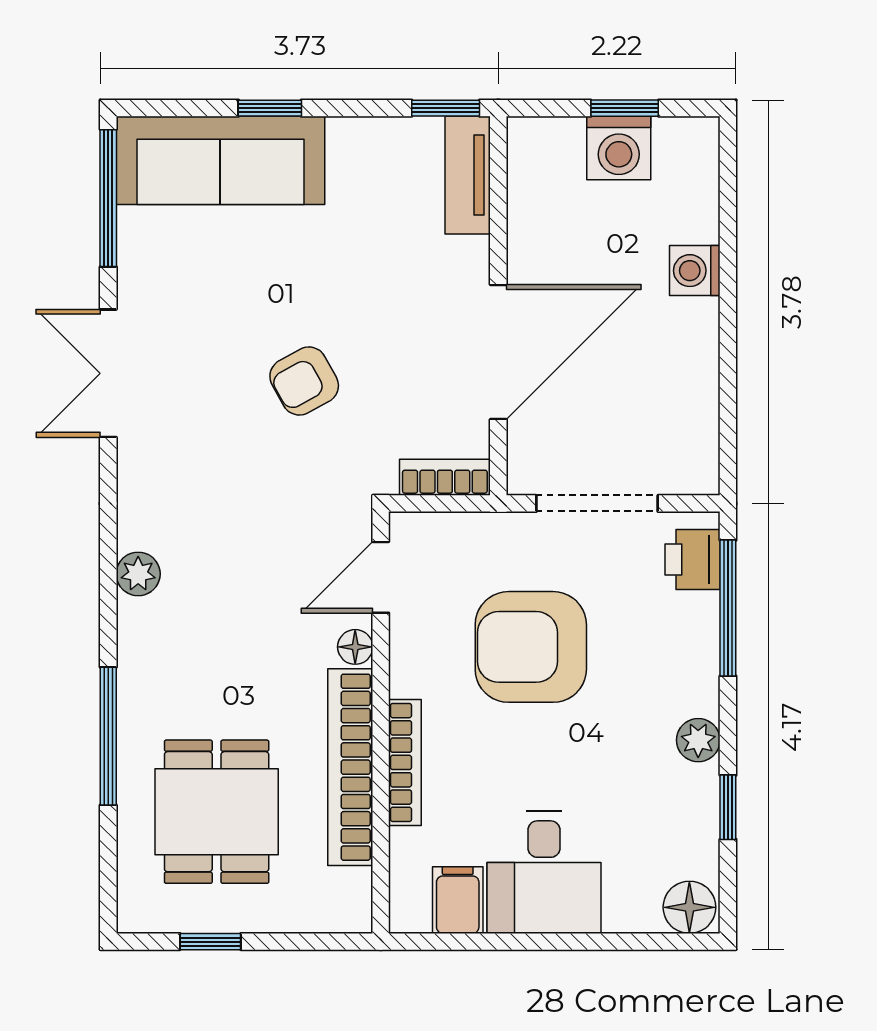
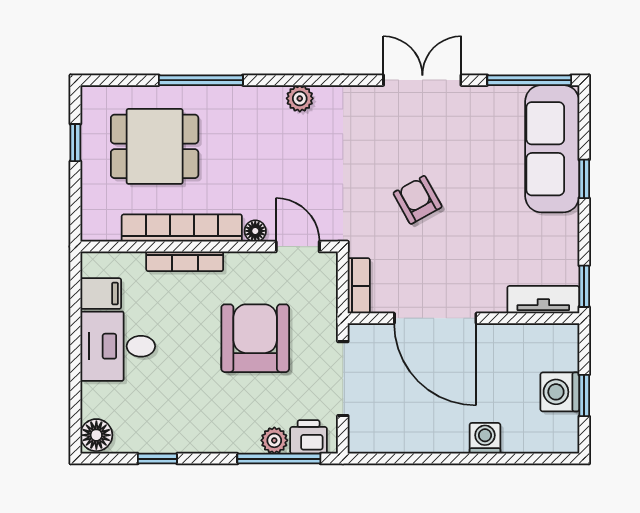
plant: (698, 740) -> (274, 440), moved

